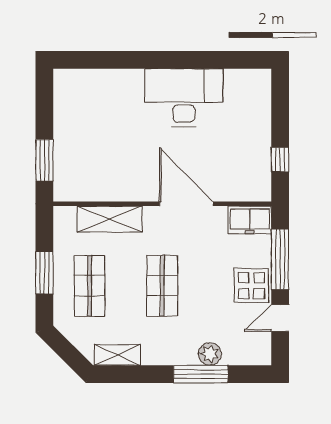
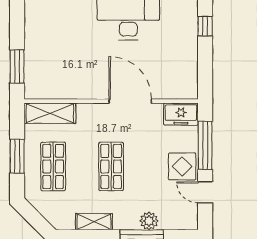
window: (280, 160) -> (205, 26), moved
shelving: (110, 219) -> (50, 113), moved
door: (280, 318) -> (205, 192), hinge flipped
shelving: (117, 355) -> (94, 222), moved

